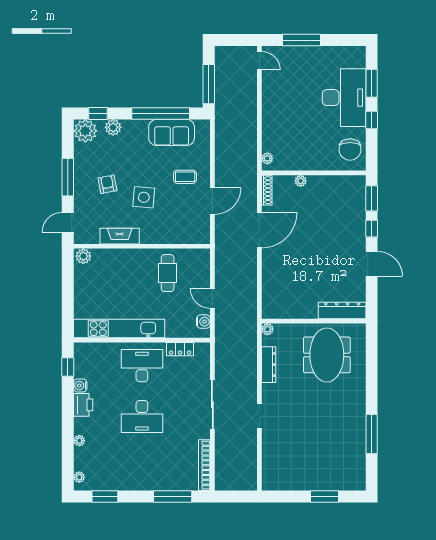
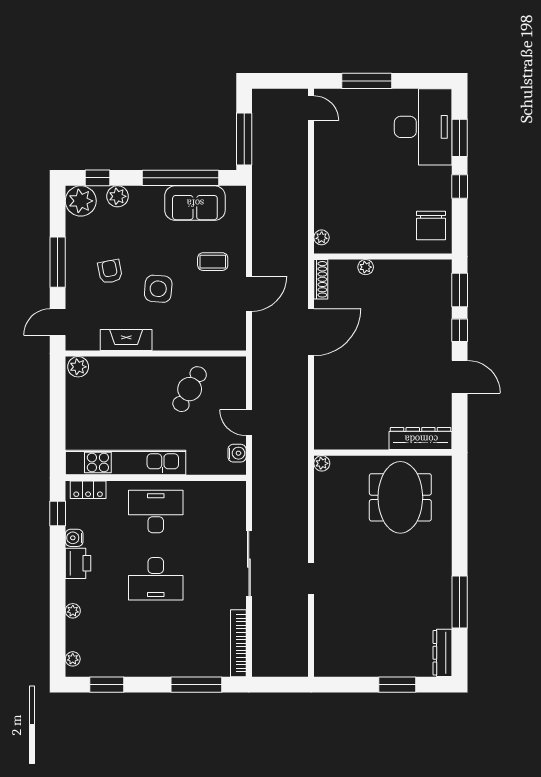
desk: (344, 98) -> (423, 127), moved
cafe table: (168, 273) -> (190, 389), turned 30
locker: (180, 349) -> (88, 490), moved
dresser: (269, 365) -> (443, 653), moved, turned 180

